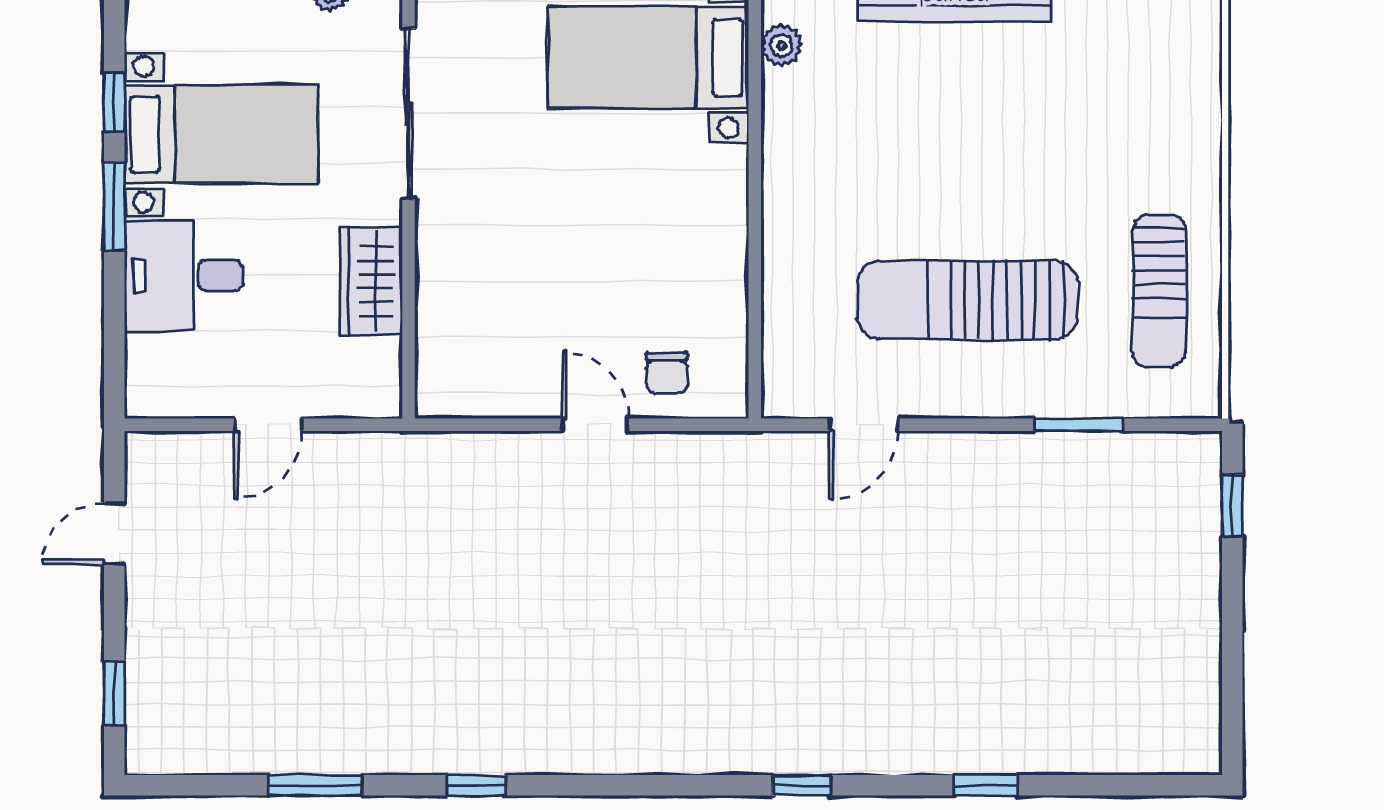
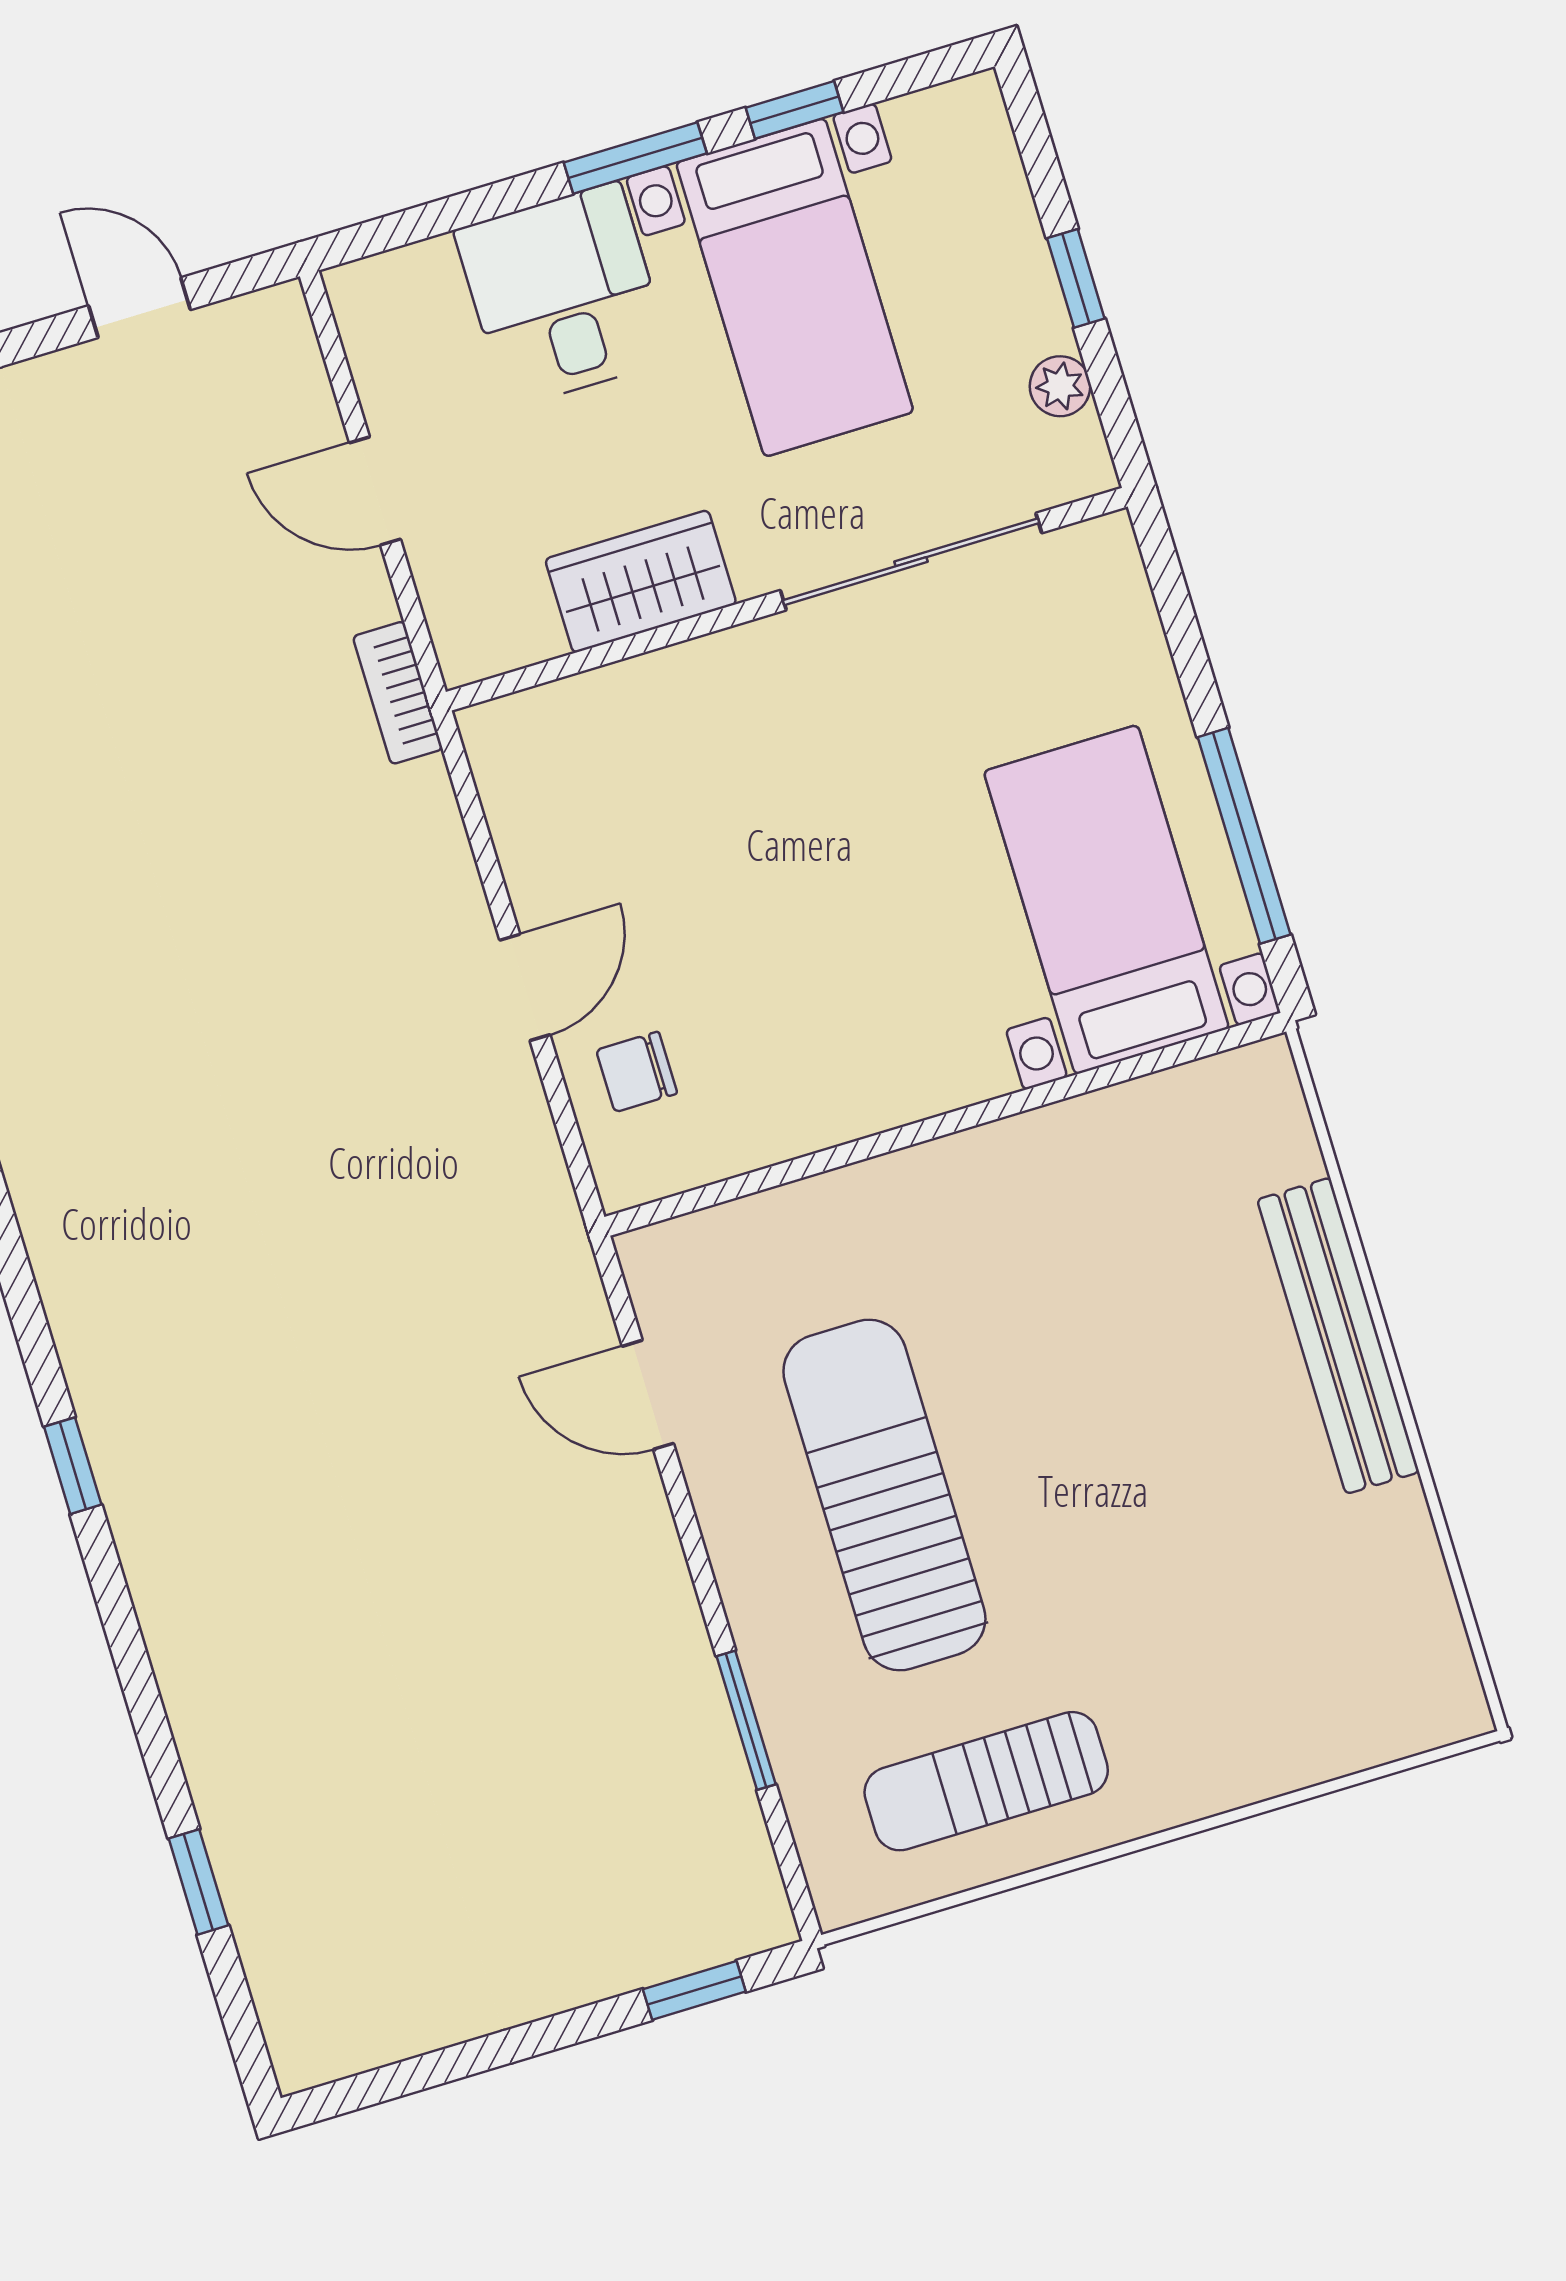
plant: (781, 46) -> (1185, 1096), removed
bookcase: (394, 448) -> (398, 693), added
window: (985, 785) -> (198, 1882), moved

